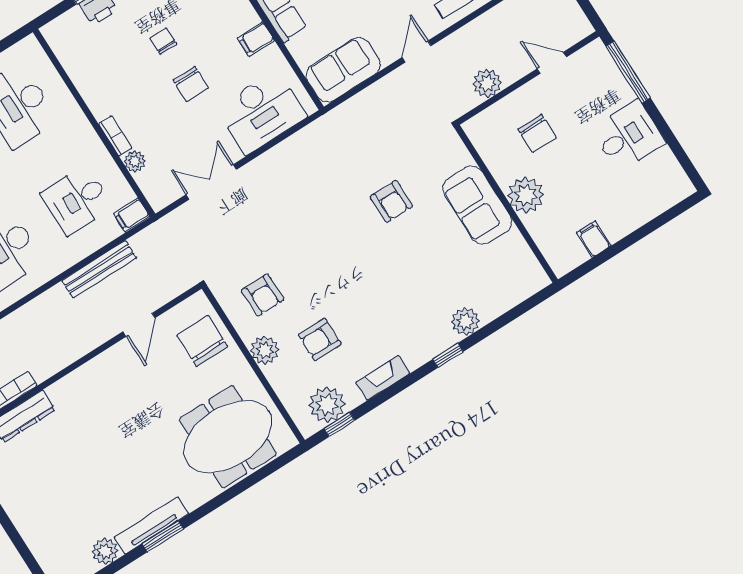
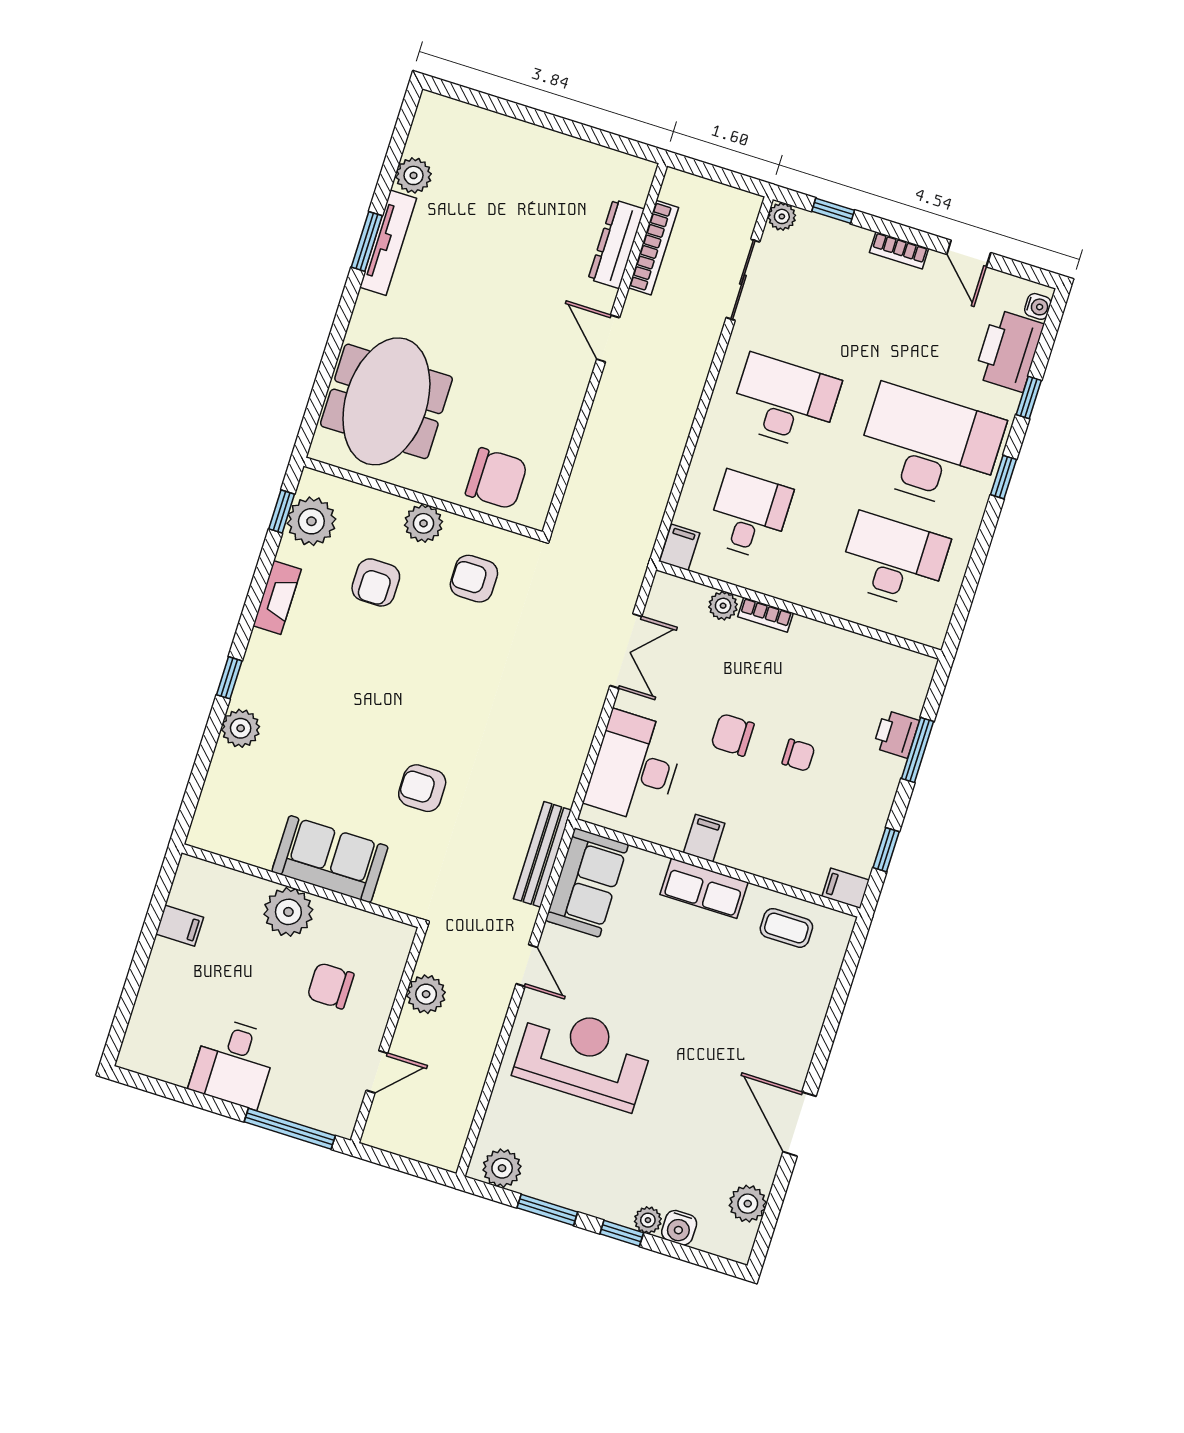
bench: (99, 269) -> (542, 854), moved
door: (139, 325) -> (608, 339), moved
armchair: (320, 340) -> (376, 582), turned 180

